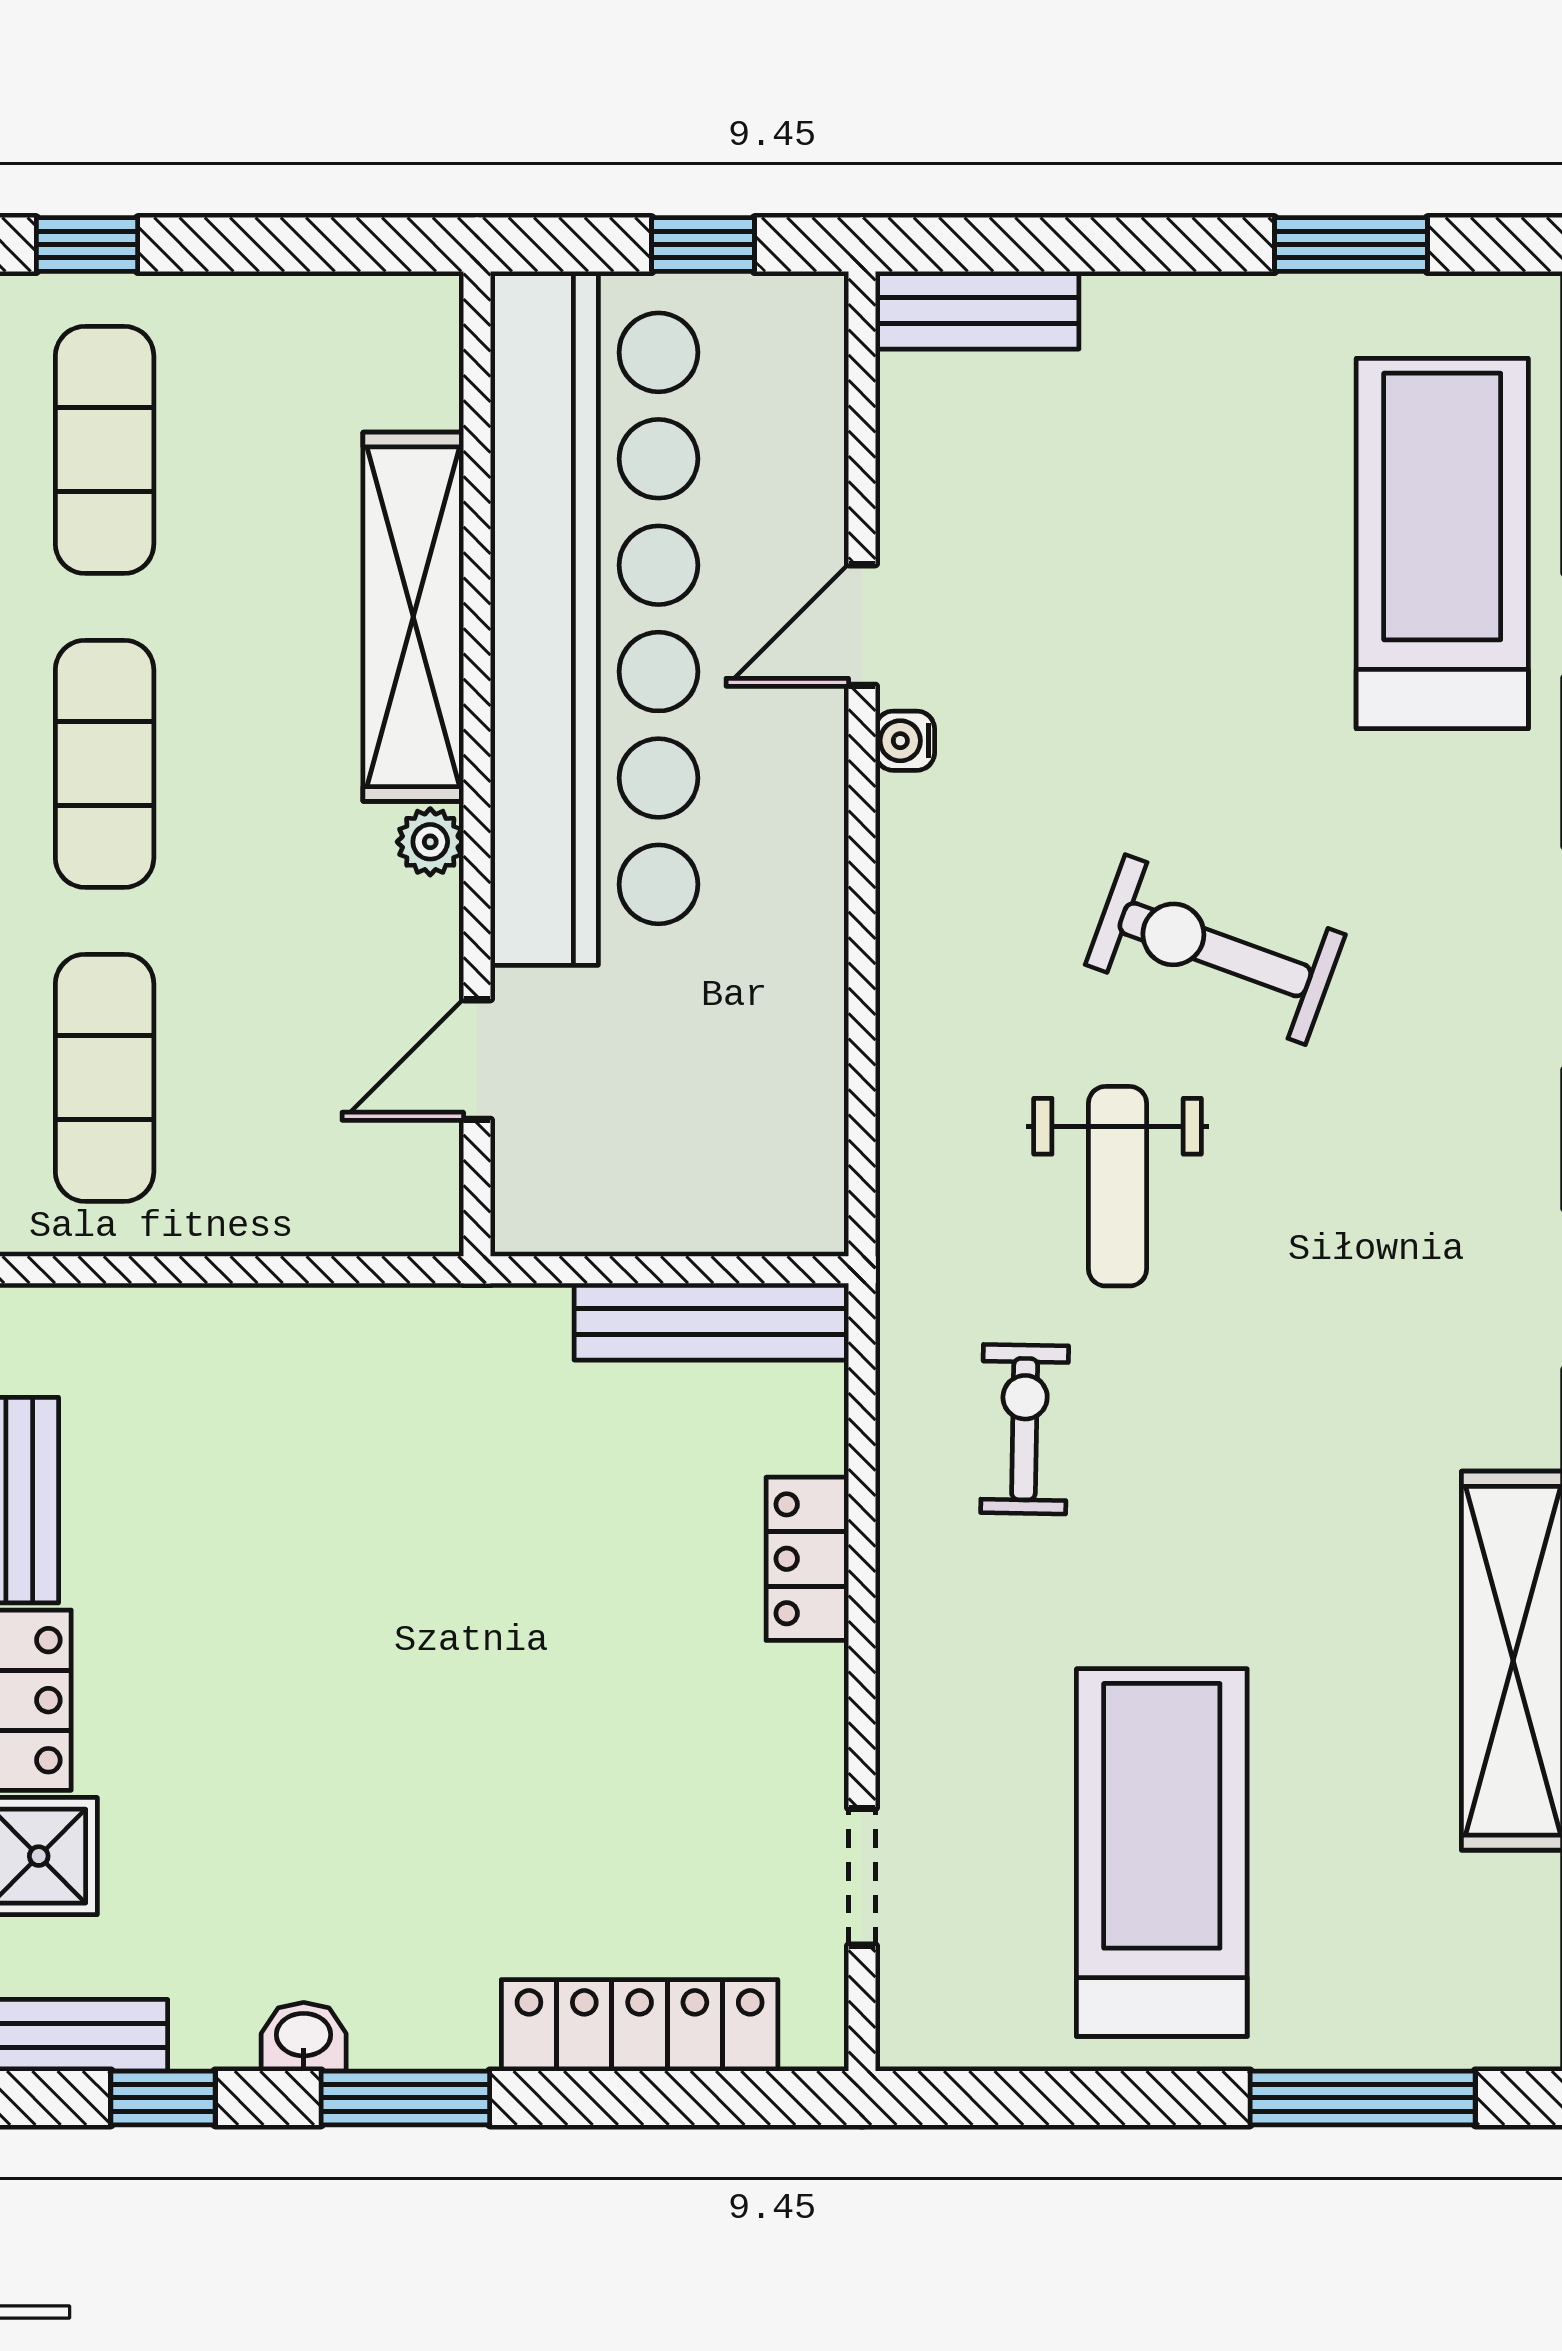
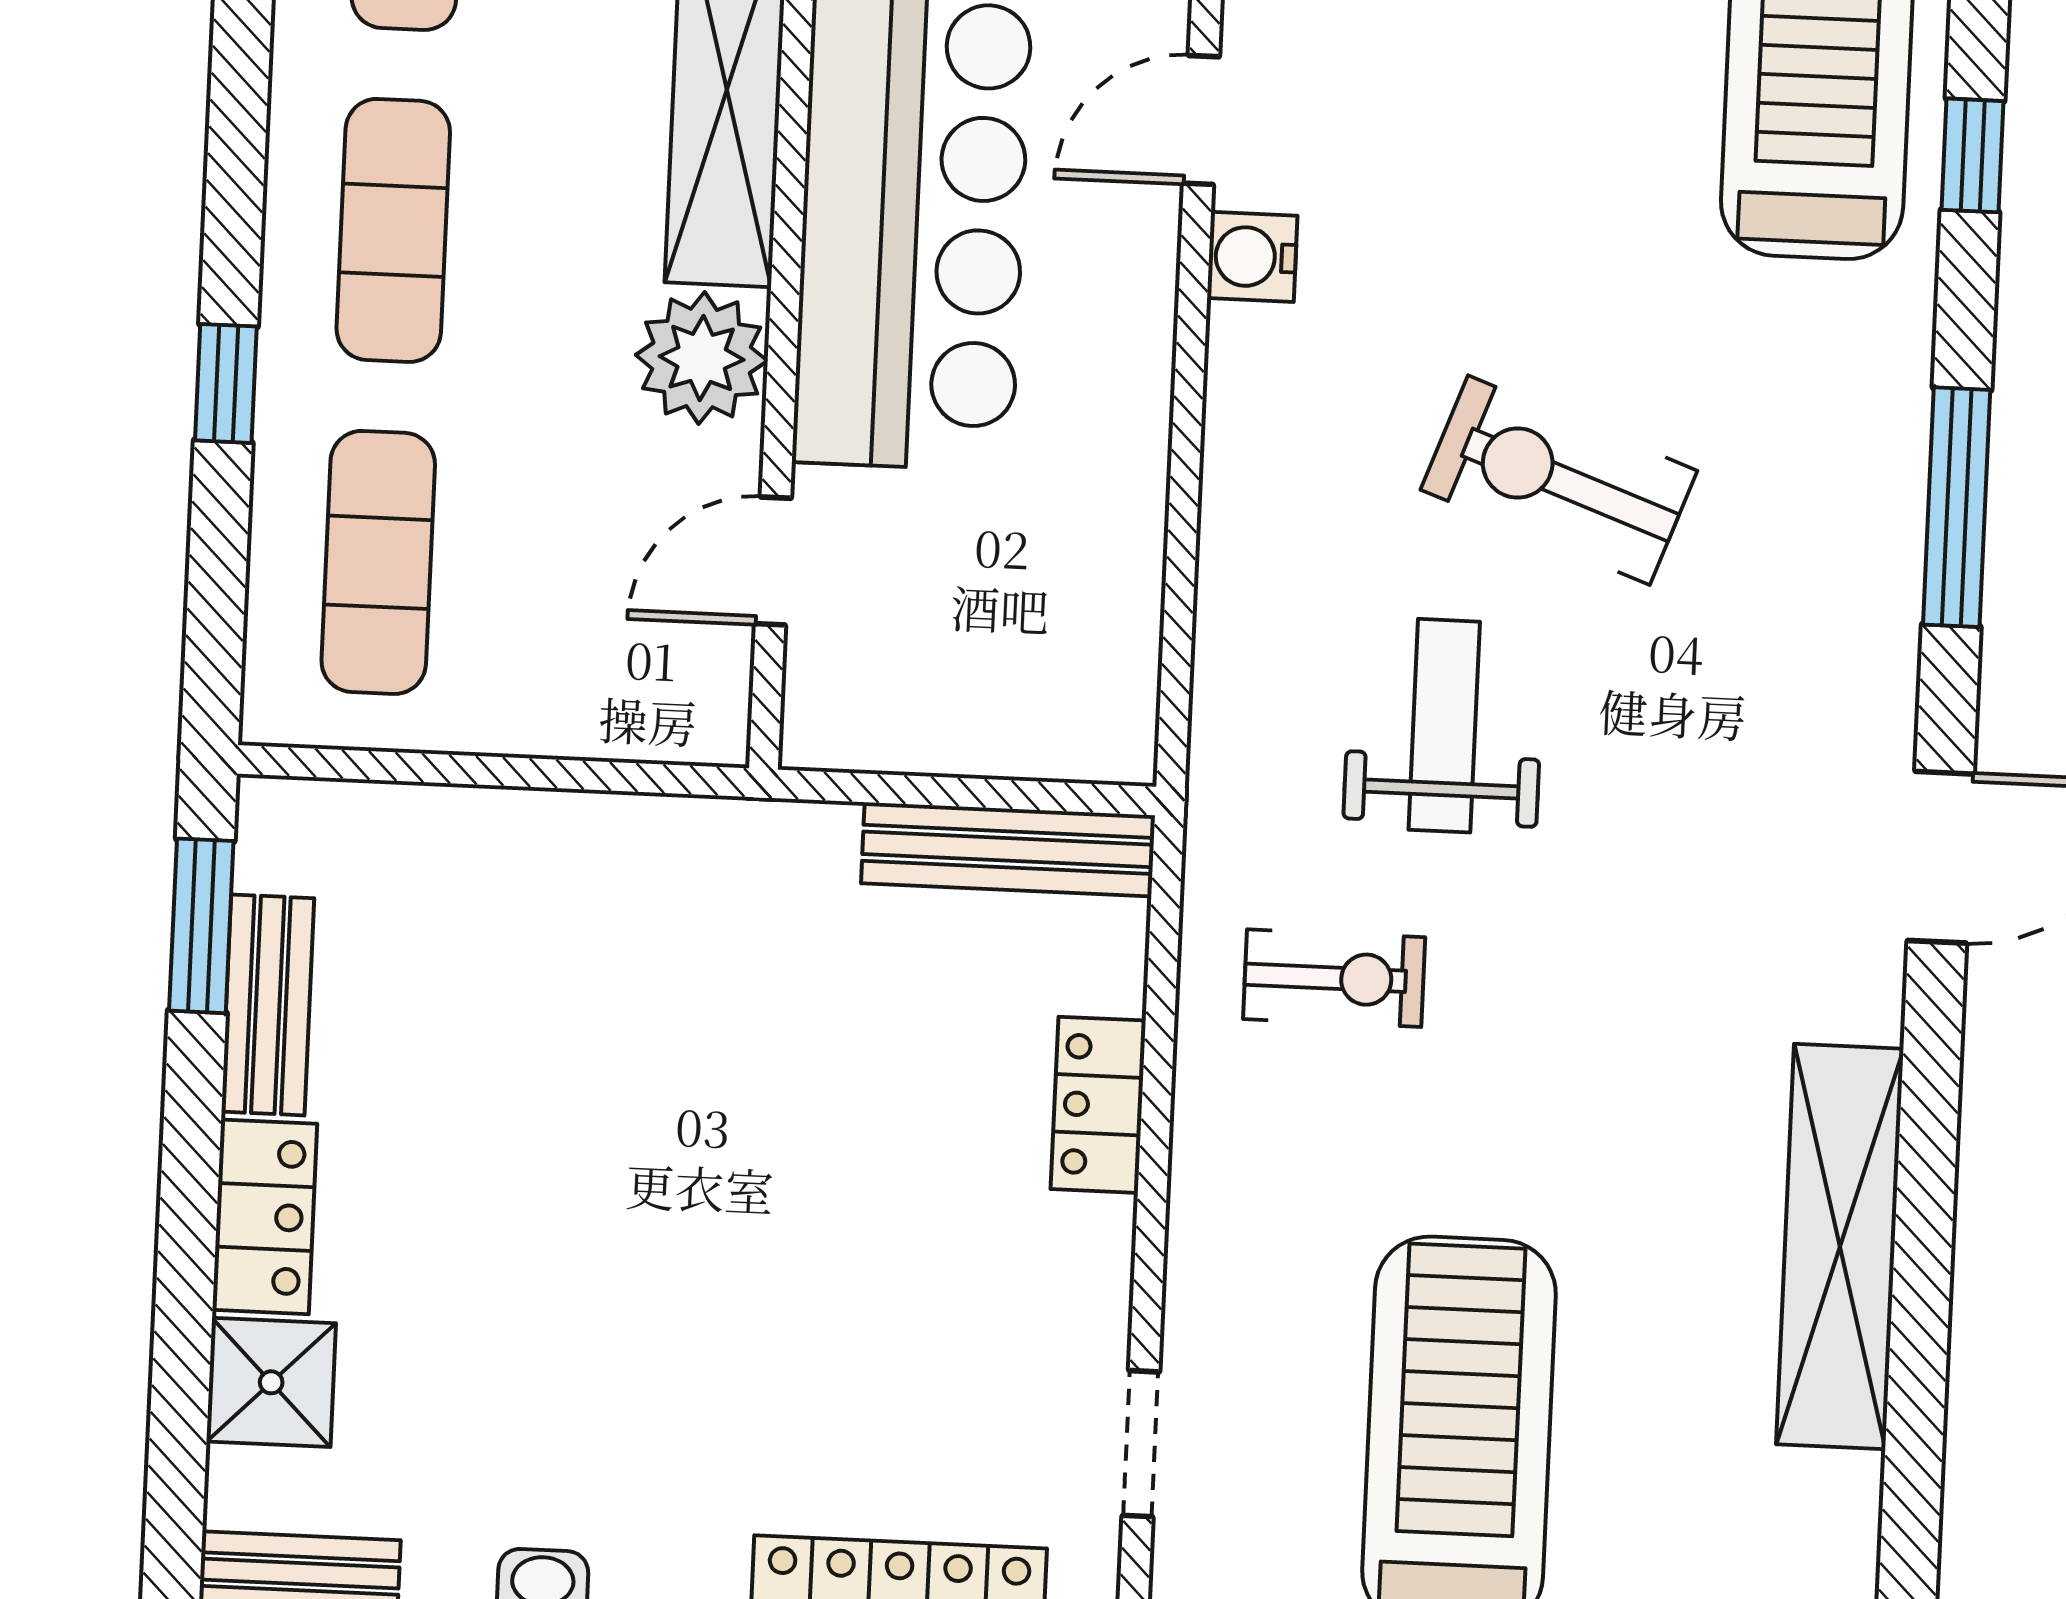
water cooler: (905, 741) -> (1252, 257), width x1.38, depth x1.38
plant: (430, 842) -> (702, 358), width x1.88, depth x1.88
weight bench: (1118, 1186) -> (1444, 726), turned 180
exercise bike: (1025, 1429) -> (1334, 978), turned 89

